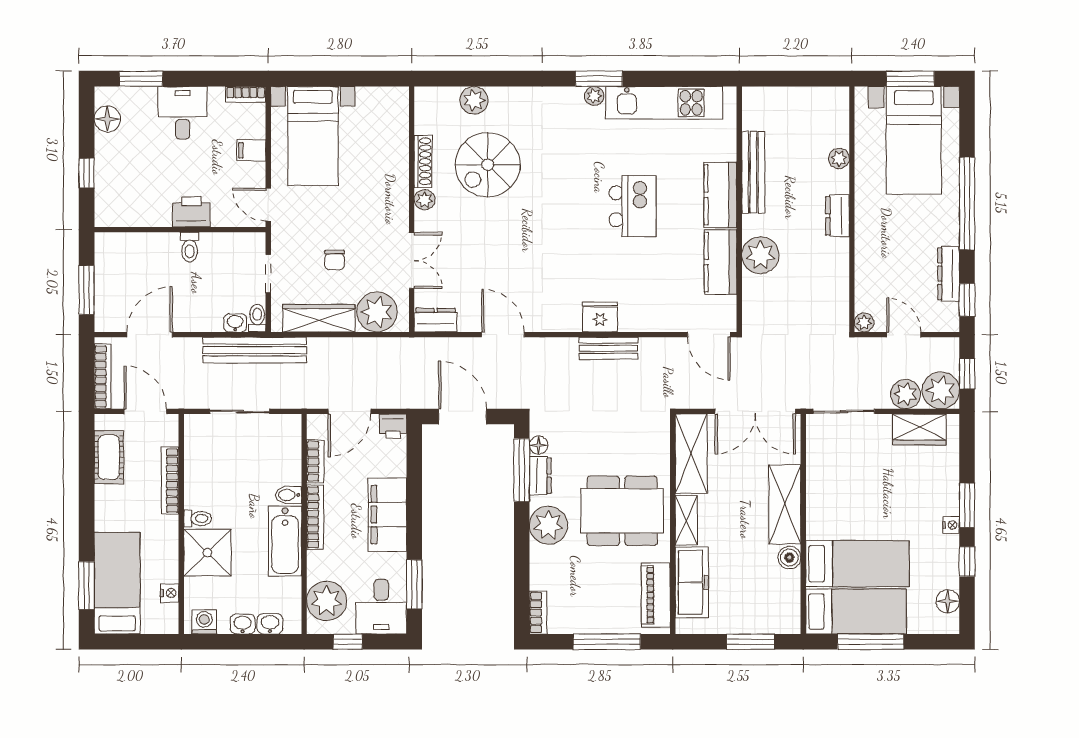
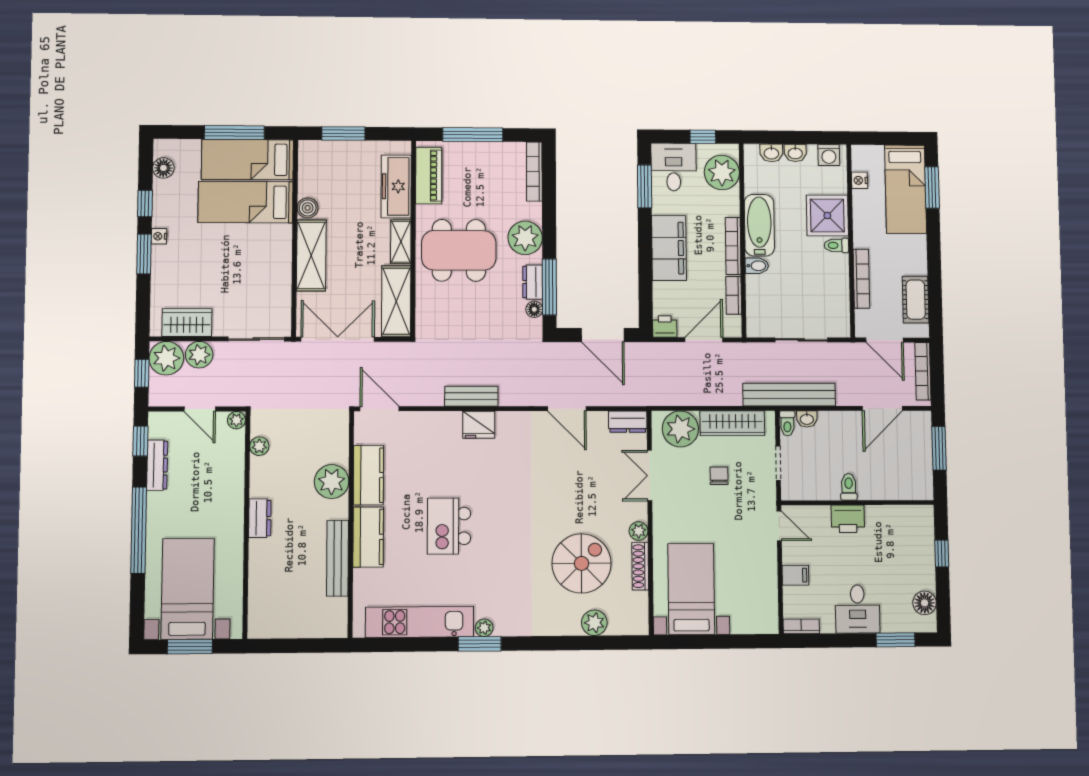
bed with nightstands: (313, 136) -> (691, 589), moved
plant: (839, 158) -> (259, 446), moved
bookcase: (538, 613) -> (534, 172), width x1.56

